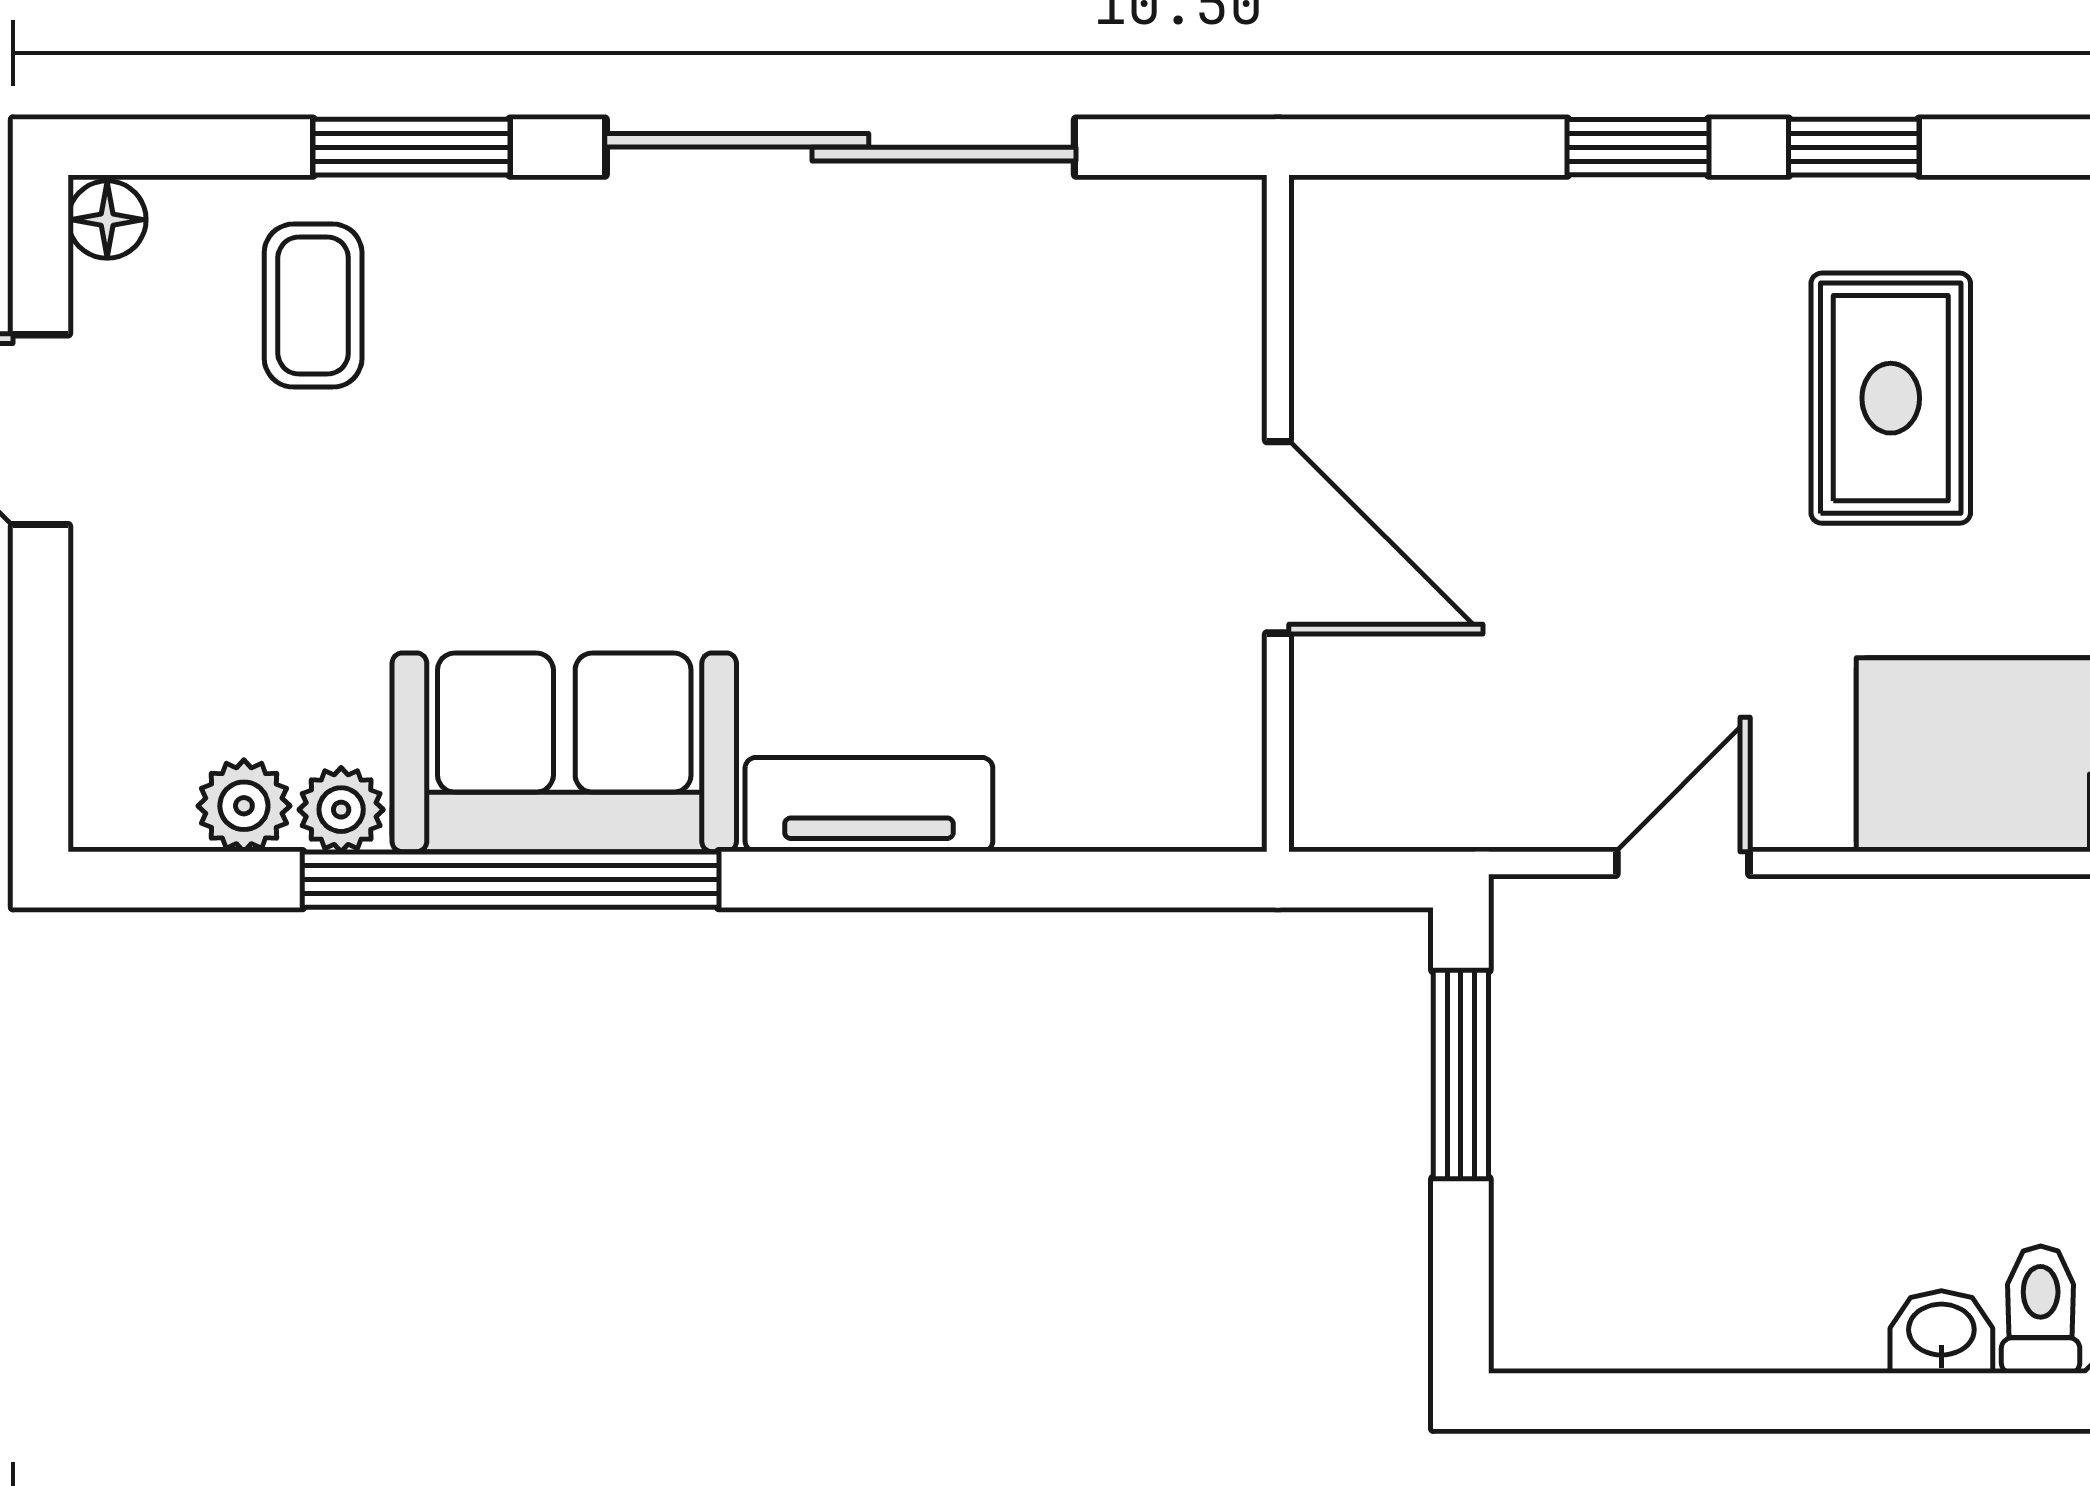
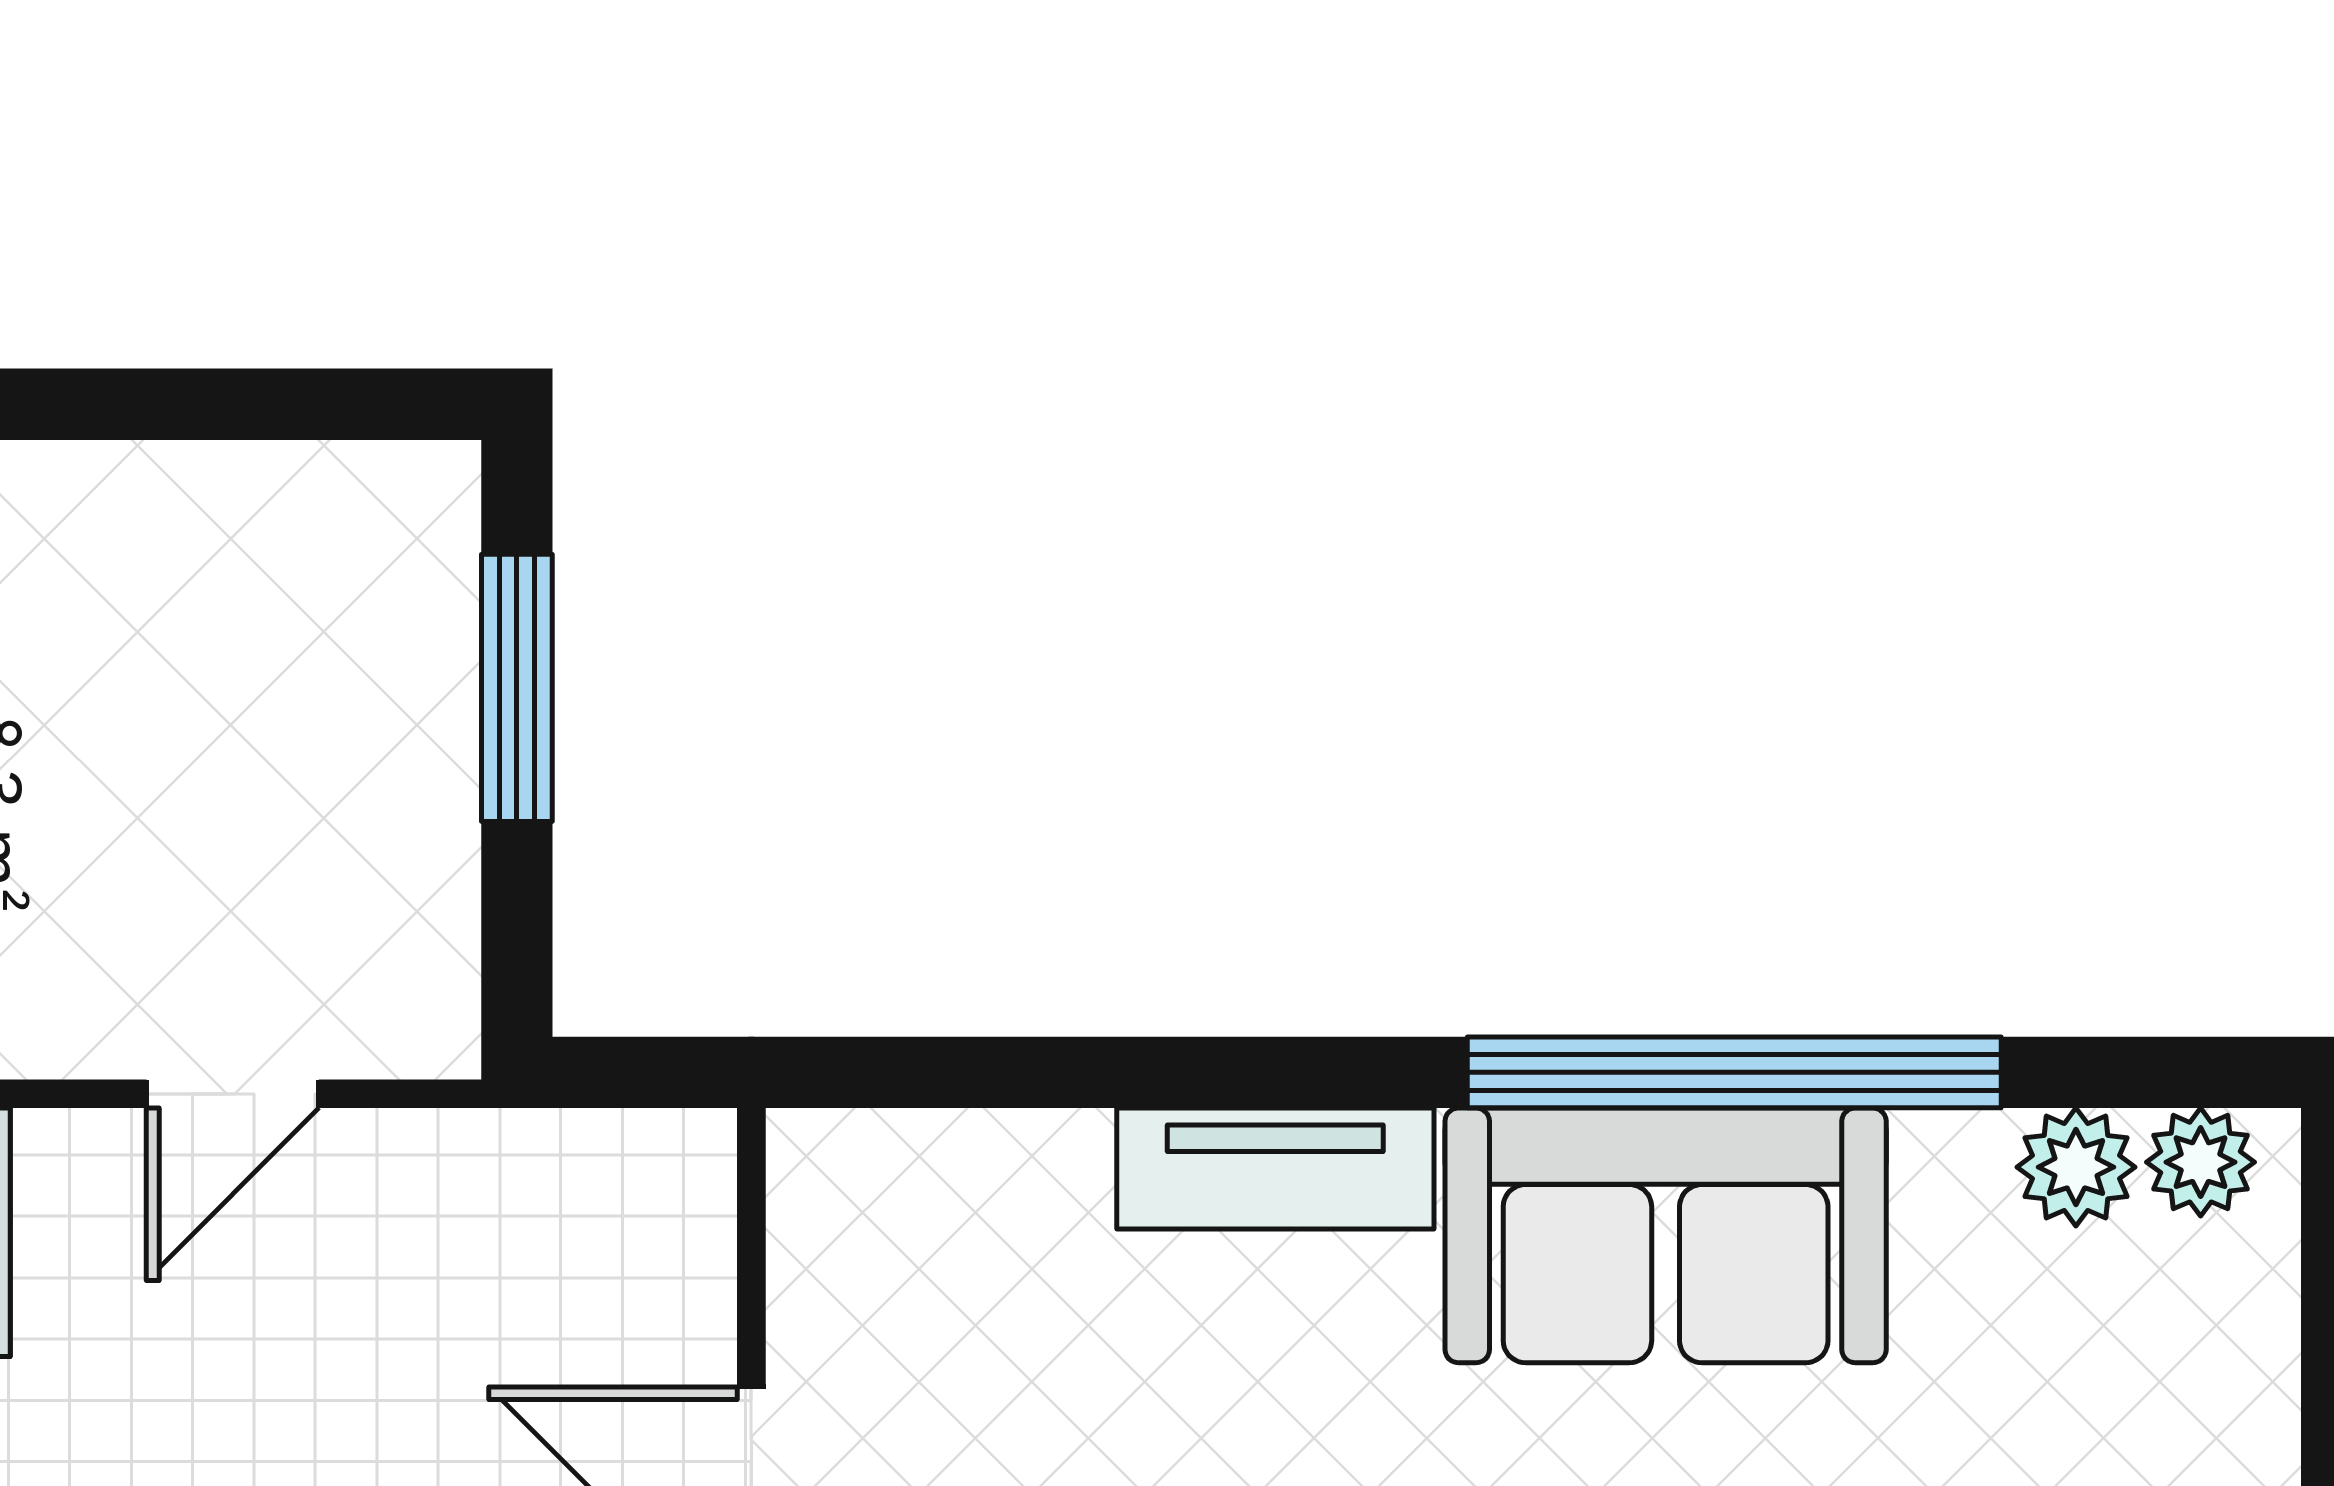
plant: (341, 810) -> (2201, 1162), moved
window: (1461, 1074) -> (517, 688), moved

